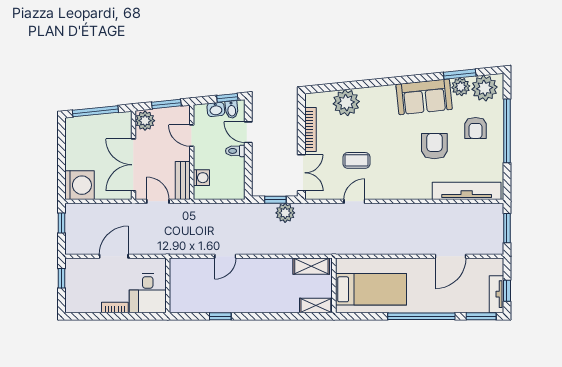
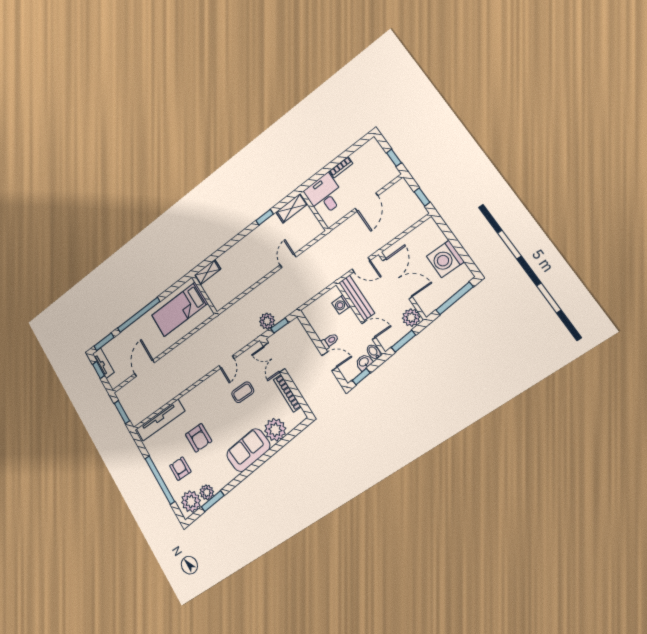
sofa: (424, 97) -> (248, 450), moved
bidet: (232, 109) -> (374, 352), moved
bench: (183, 181) -> (357, 298), width x1.36
washing machine: (80, 185) -> (445, 259), moved
shelving: (311, 266) -> (292, 208), moved

